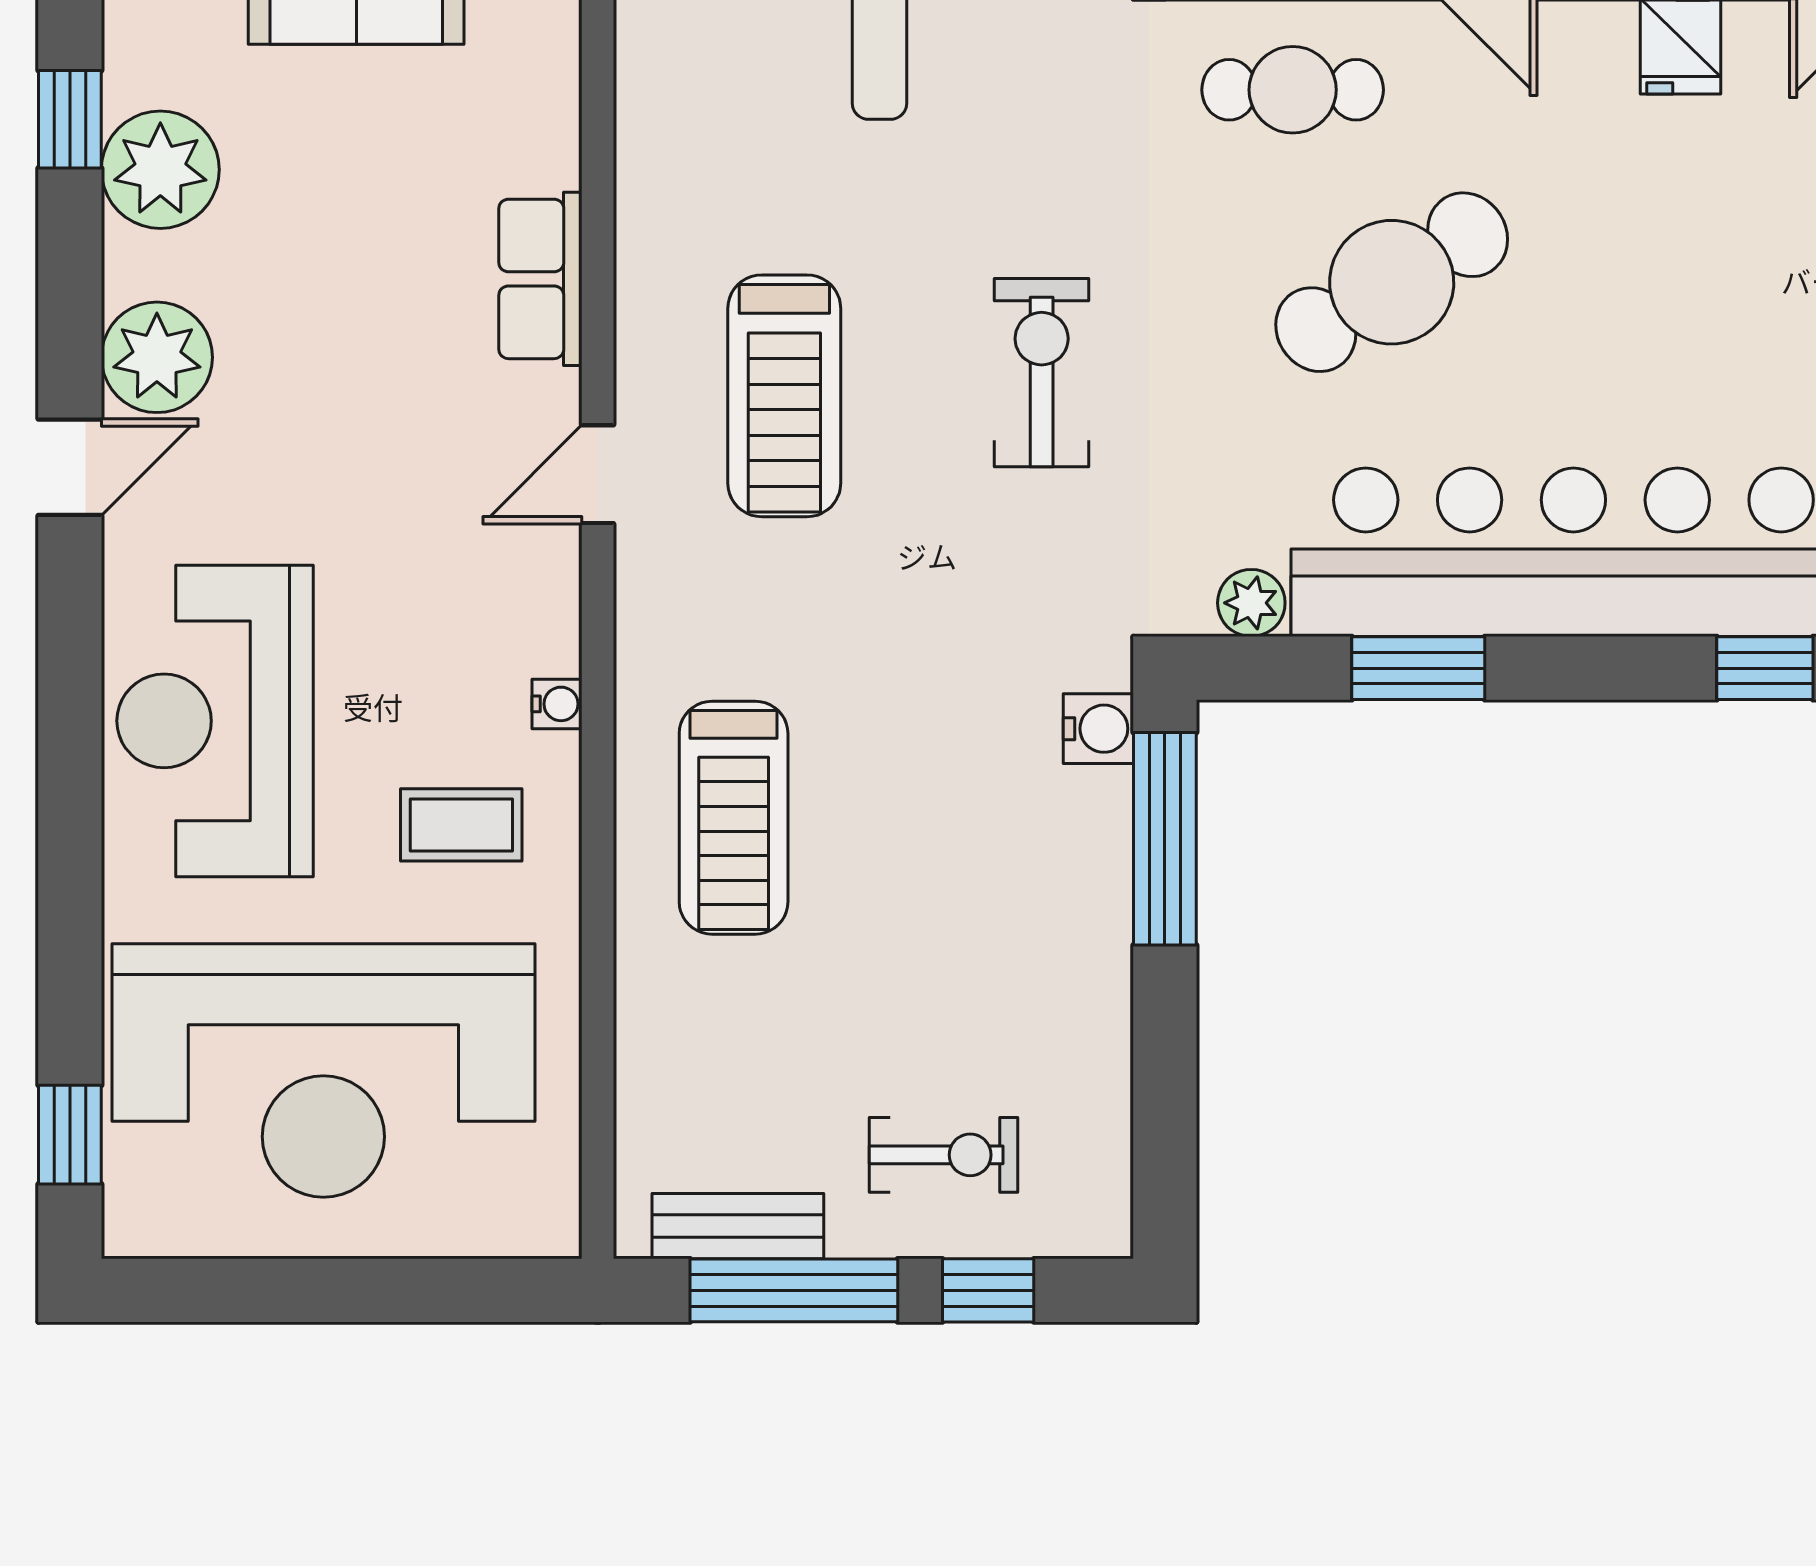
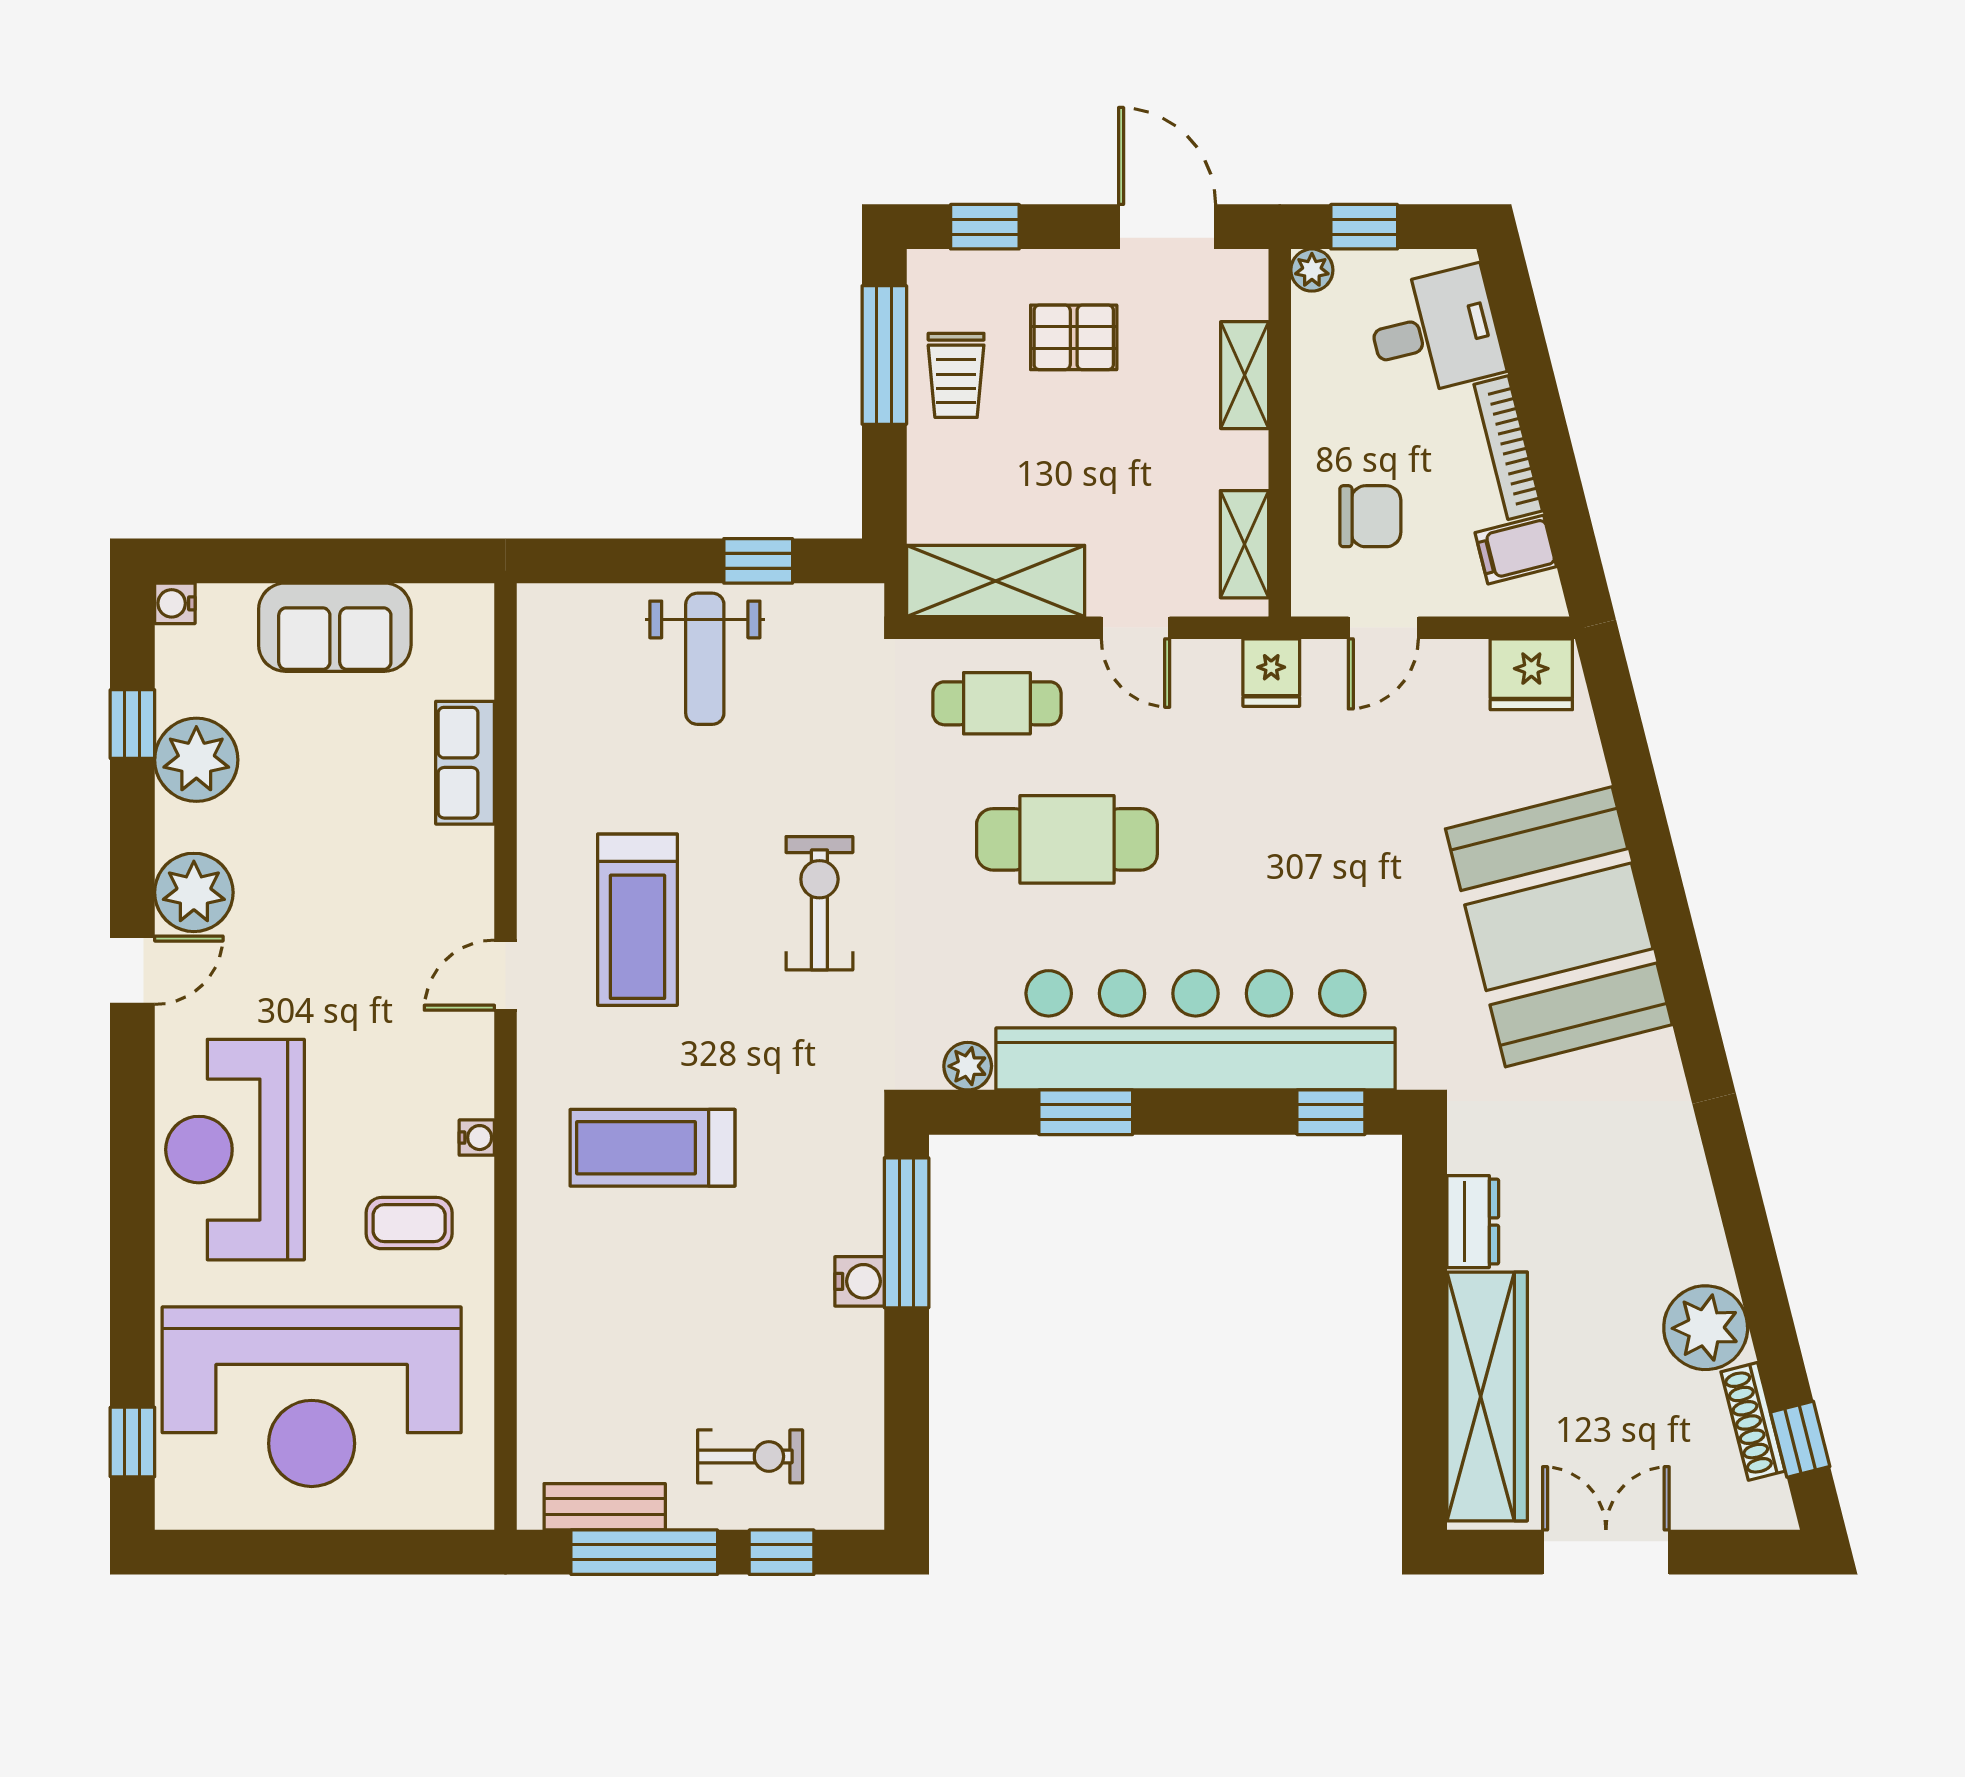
row of seats: (540, 279) -> (465, 763), moved
cafe table: (1392, 282) -> (1067, 839), turned 32
water cooler: (1098, 729) -> (860, 1281), moved
treadmill: (734, 818) -> (652, 1148), moved, turned 90

